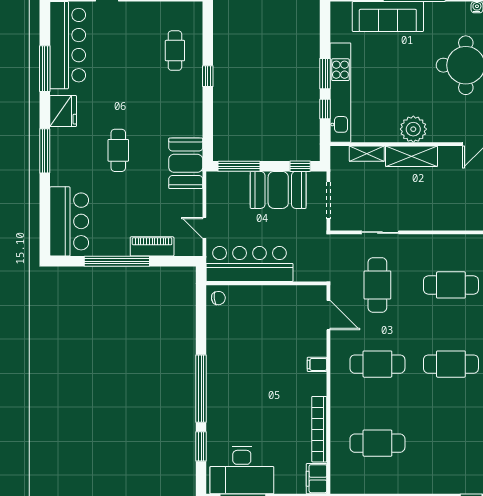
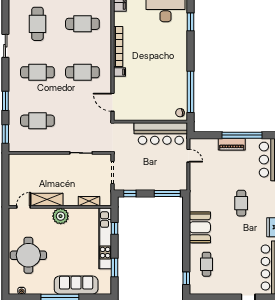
window: (325, 74) -> (115, 267), moved
window: (208, 76) -> (186, 278), moved
shelving: (411, 156) -> (47, 200), moved
booth: (186, 163) -> (200, 227), moved
booth: (278, 190) -> (143, 179), removed
piano: (152, 246) -> (232, 144), moved
cafe table: (377, 285) -> (37, 24), moved
window: (201, 389) -> (191, 92), moved
bookcase: (319, 429) -> (118, 47), moved

